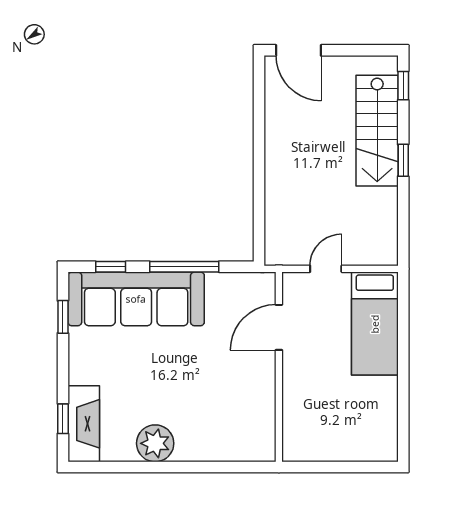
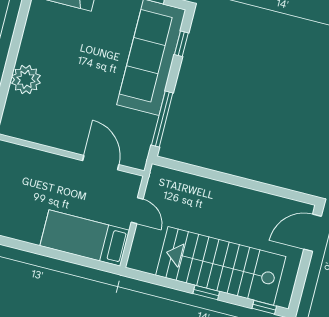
stairs: (377, 131) -> (221, 266), width x1.36, depth x1.51
window: (184, 267) -> (162, 119), moved
plant: (155, 443) -> (26, 79), moved

